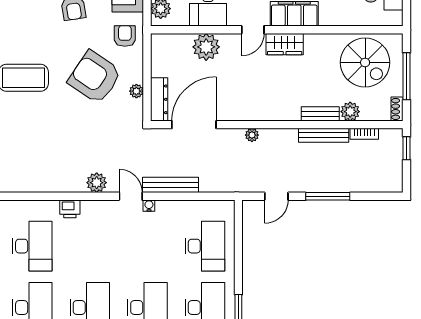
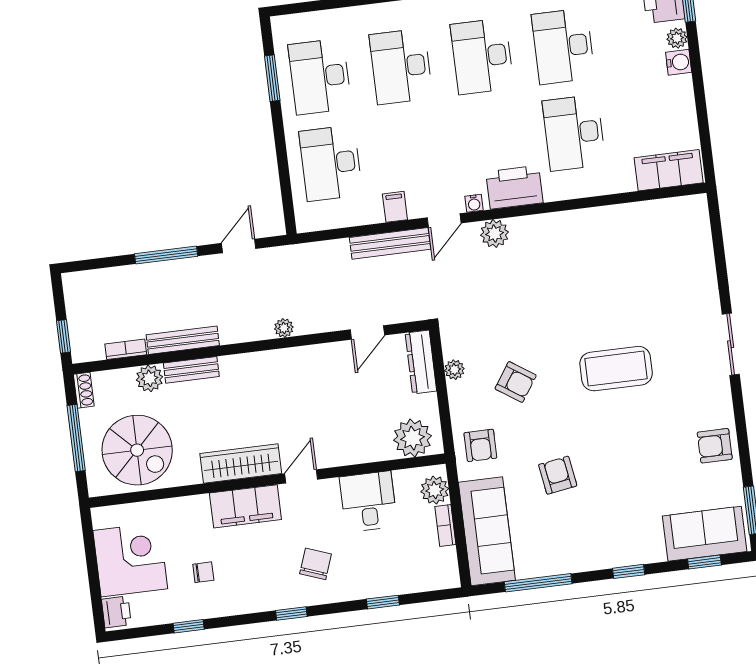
wardrobe: (285, 44) -> (241, 464), width x1.50
plant: (206, 47) -> (412, 438), moved
spiral stairs: (365, 62) -> (137, 450), turned 180
armchair: (95, 77) -> (516, 382), width x0.53, depth x0.53
door: (194, 125) -> (367, 332), width x0.53
door: (131, 196) -> (444, 220), hinge flipped
water cooler: (149, 206) -> (474, 203), moved
printer: (70, 209) -> (514, 187), width x1.87, depth x1.48
filing cabinet: (164, 210) -> (395, 207), added

